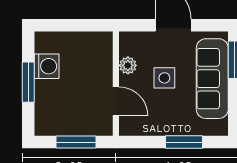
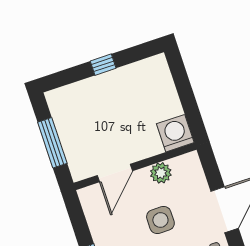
washing machine: (47, 66) -> (175, 133), moved, turned 180
window: (28, 82) -> (103, 65), width x0.46

